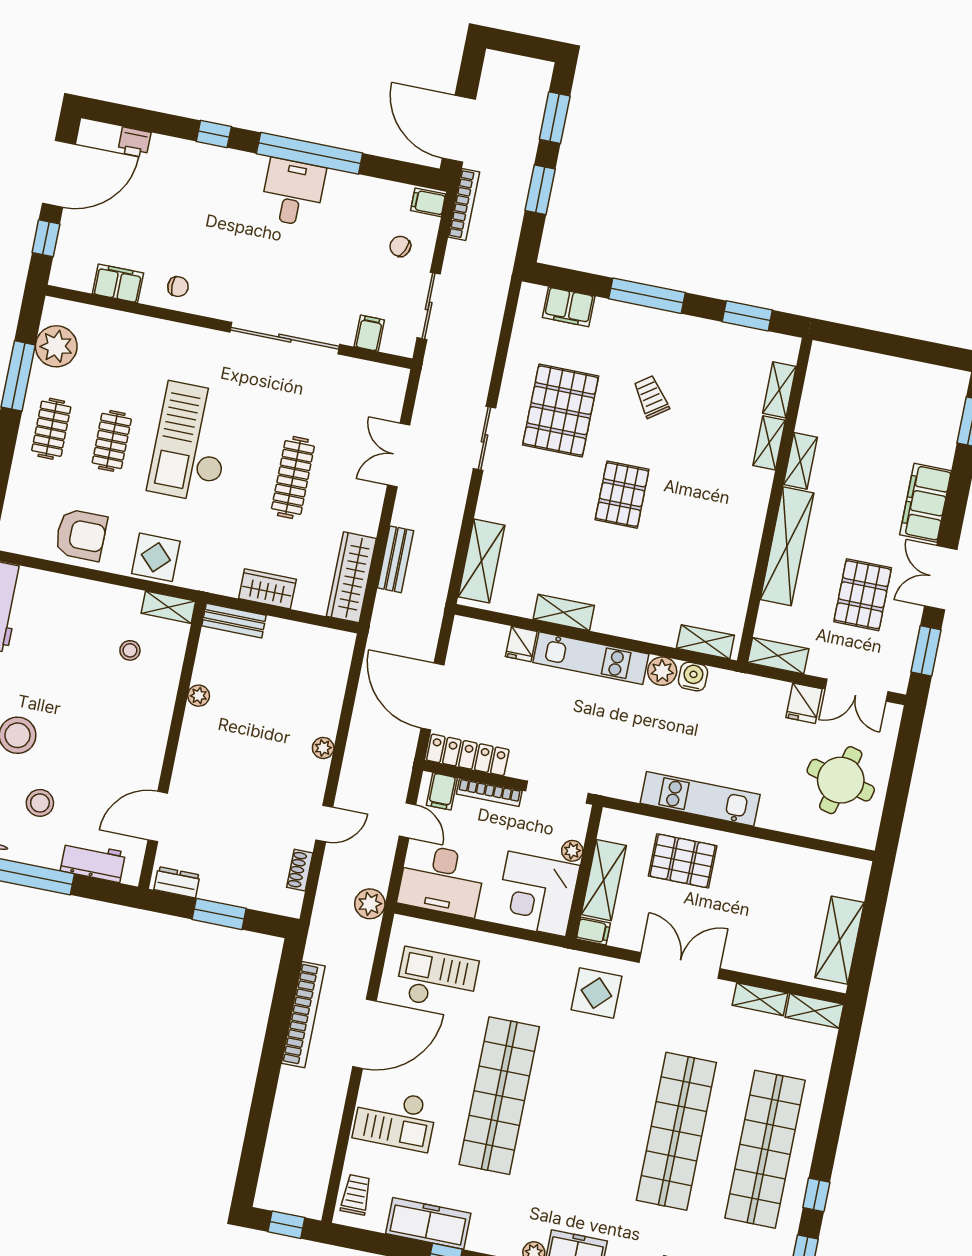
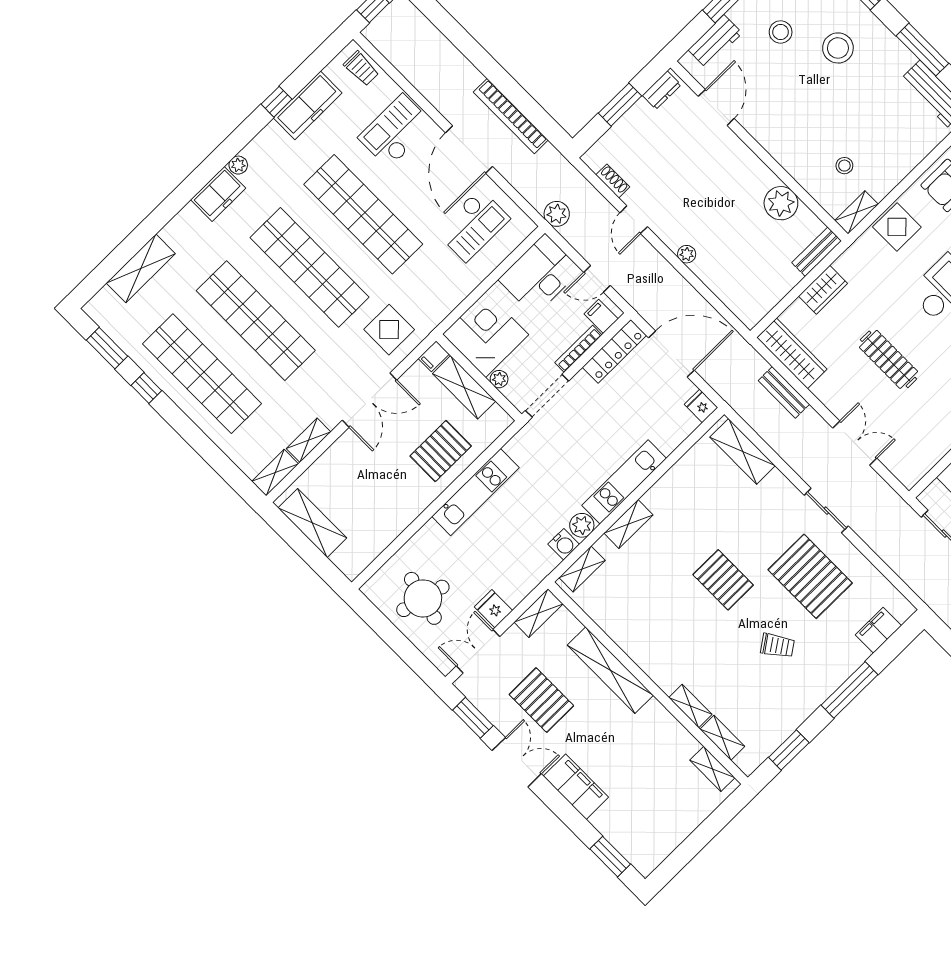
shelving: (800, 461) -> (712, 769), moved
shelving: (564, 612) -> (628, 524), moved
fridge: (521, 644) -> (701, 406), moved
plant: (199, 696) -> (781, 203), width x1.88, depth x1.88
shop shelf: (588, 1113) -> (310, 267), added

